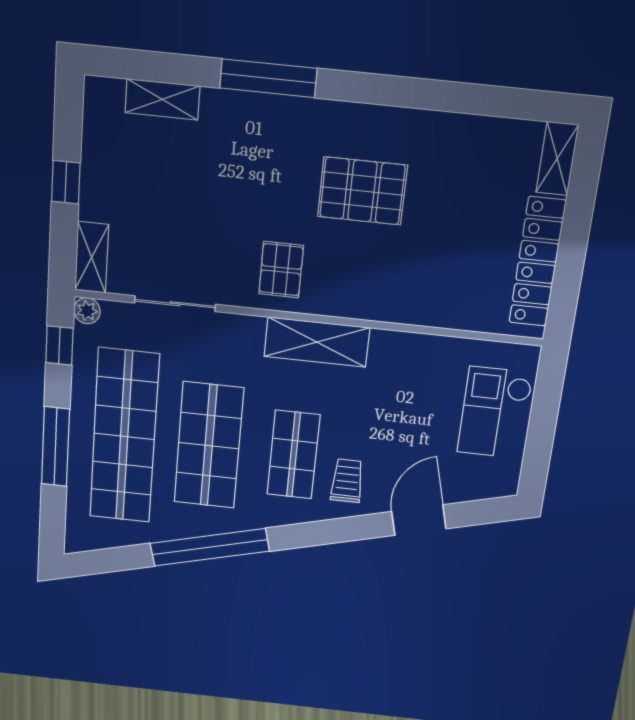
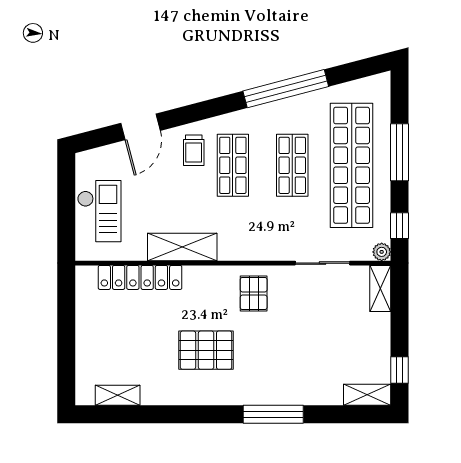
shelving: (162, 99) -> (367, 395), moved
shelving: (557, 159) -> (118, 395), moved, turned 90
window: (66, 182) -> (400, 370), moved
locker: (537, 262) -> (140, 277), moved, turned 90
shelving: (317, 342) -> (182, 247), moved
shop shelf: (209, 446) -> (292, 165), width x0.70, depth x0.74

